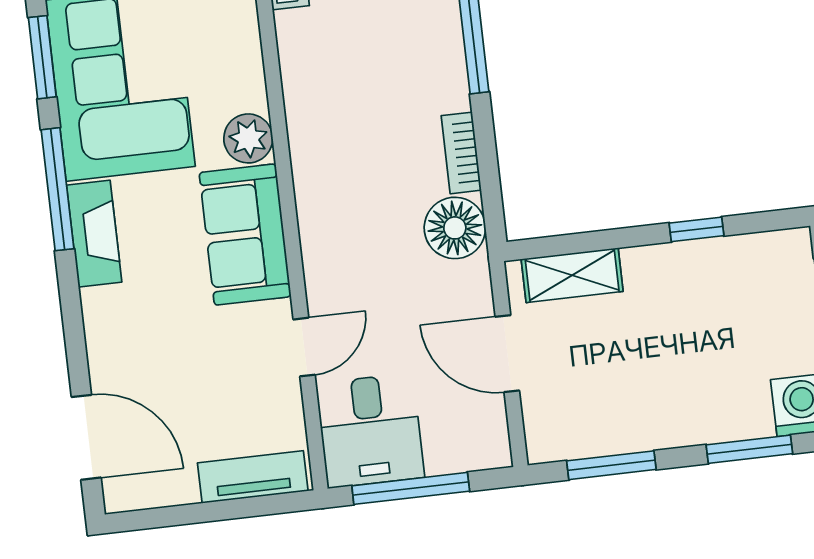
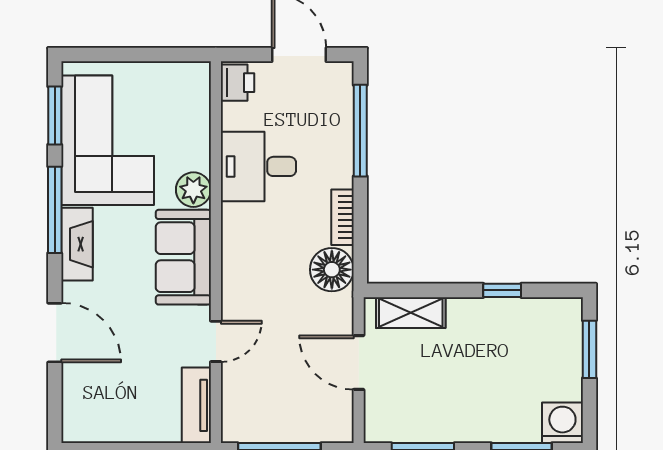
desk: (370, 431) -> (258, 166), moved, turned 90
door: (86, 437) -> (55, 333), moved
tv unit: (253, 477) -> (196, 405), moved, turned -90

